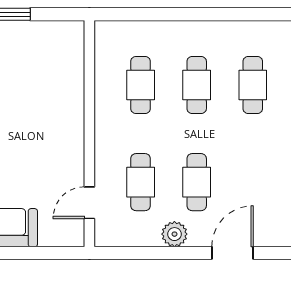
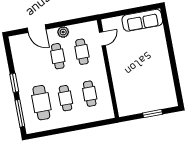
cafe table: (253, 85) -> (41, 103), width x1.37, depth x1.35
door: (233, 253) -> (37, 29), hinge flipped

